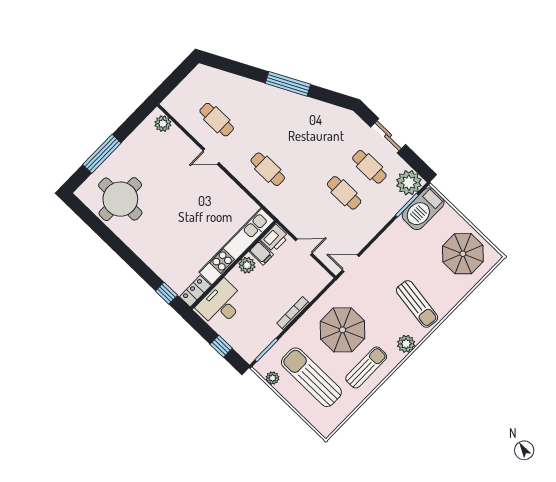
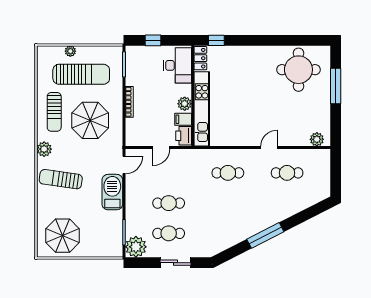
barbecue: (423, 209) -> (112, 192), moved
plant: (272, 378) -> (70, 51), moved

